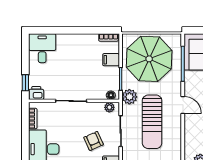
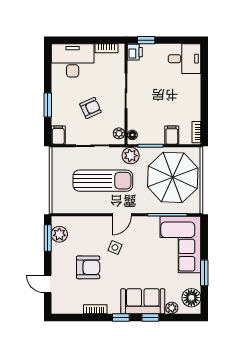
sun lounger: (152, 122) -> (103, 181), turned 180
armchair: (94, 141) -> (91, 108), moved

